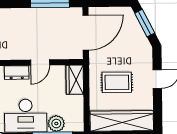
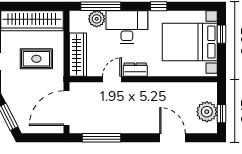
wardrobe: (75, 80) -> (78, 55), width x1.50

